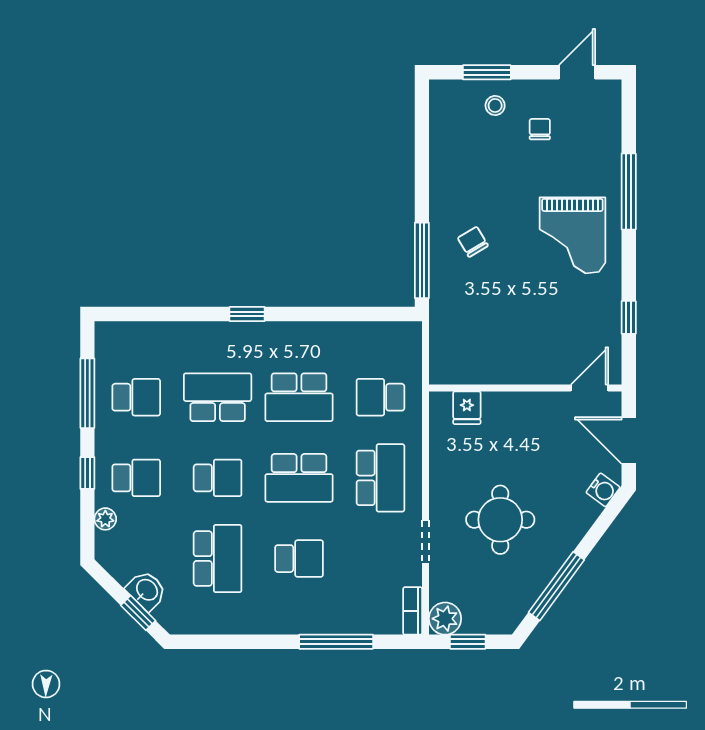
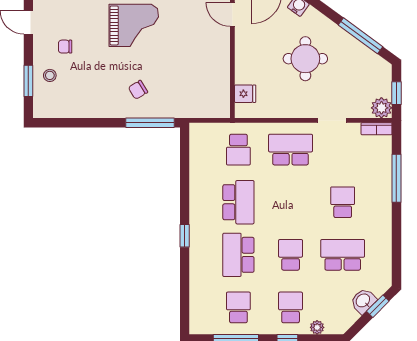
school desk: (299, 478) -> (291, 202), removed
round table: (500, 520) -> (305, 59), moved

